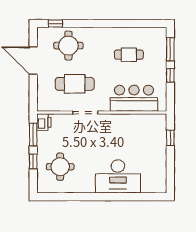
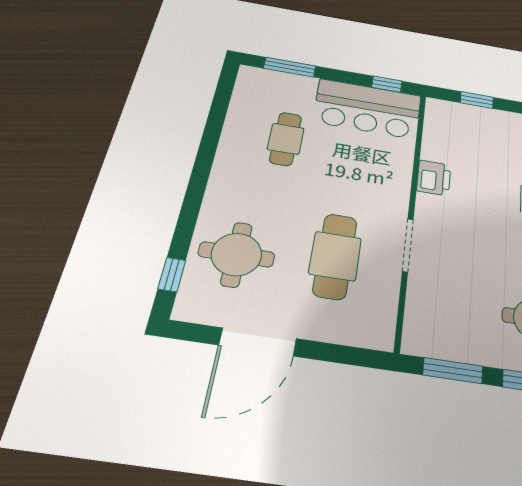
window: (170, 75) -> (387, 84), moved
bar counter: (134, 98) -> (367, 109), moved, turned -90
printer: (44, 122) -> (434, 178), moved, turned 90

